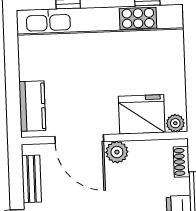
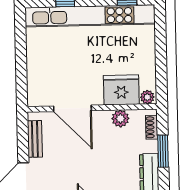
kitchen counter: (32, 106) -> (36, 82), removed
plant: (117, 152) -> (120, 119), moved

